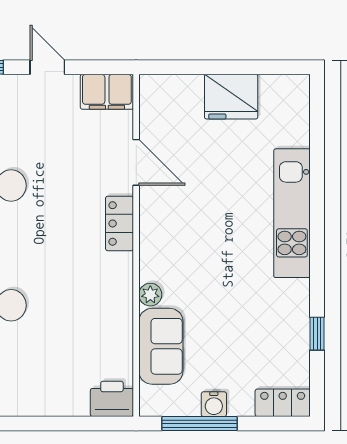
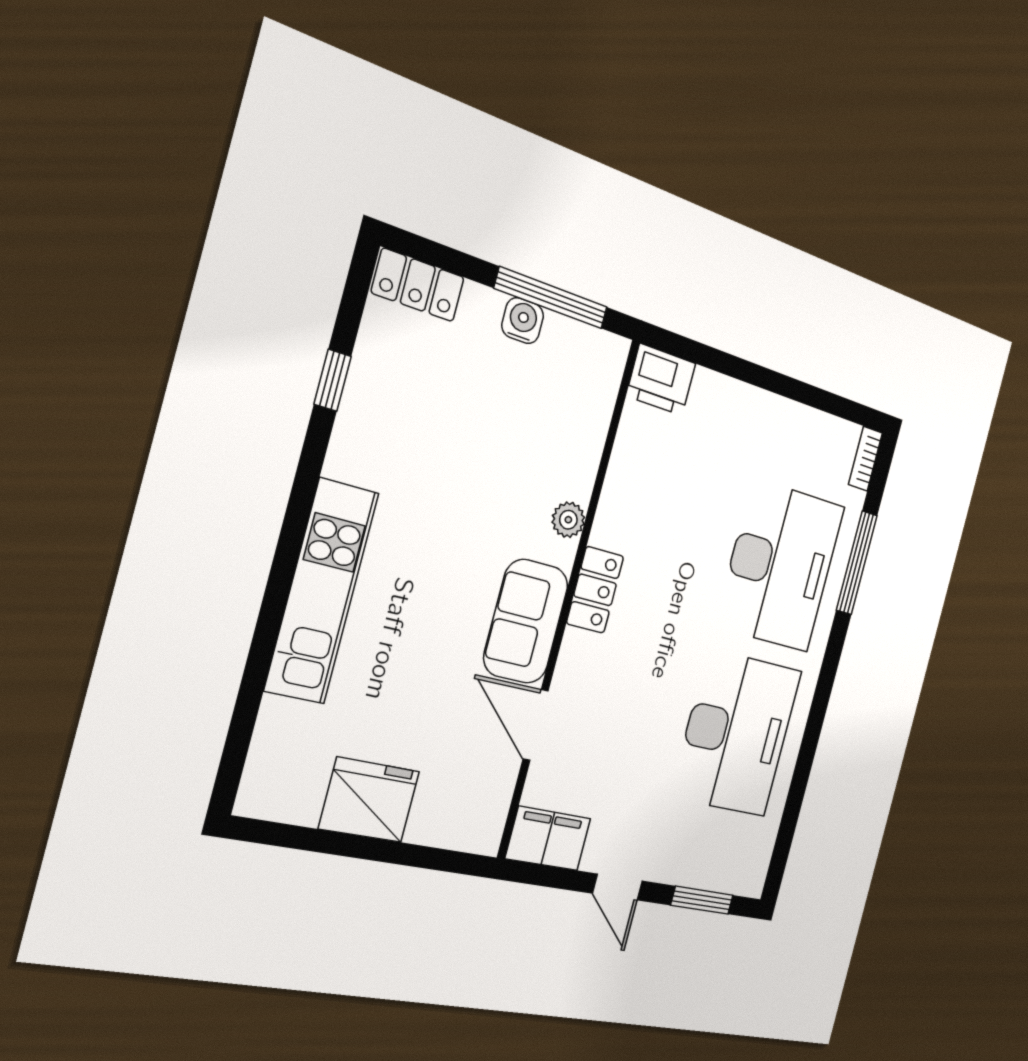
locker: (120, 223) -> (595, 590), moved
sofa: (161, 346) -> (526, 621), moved

